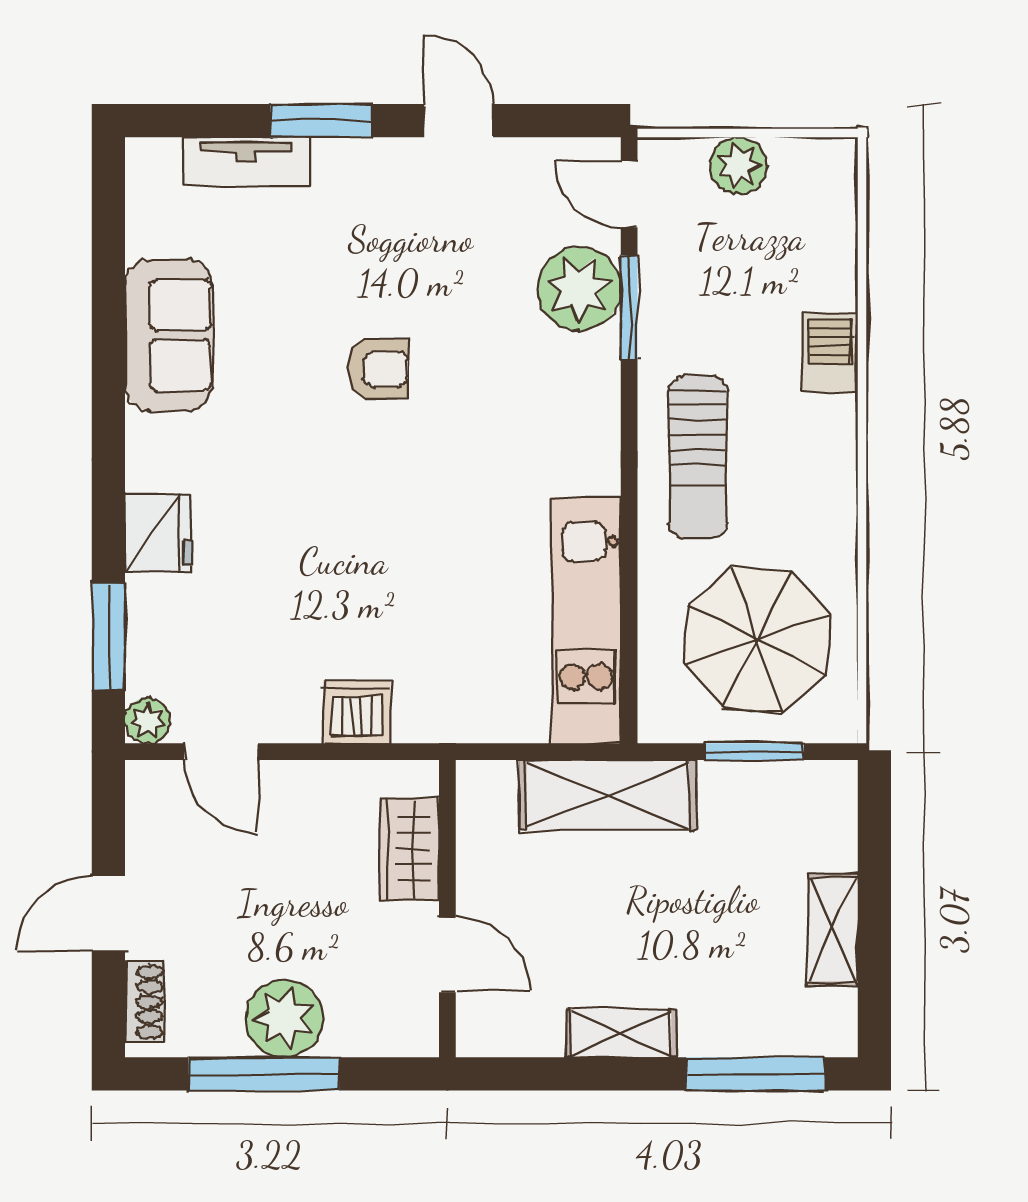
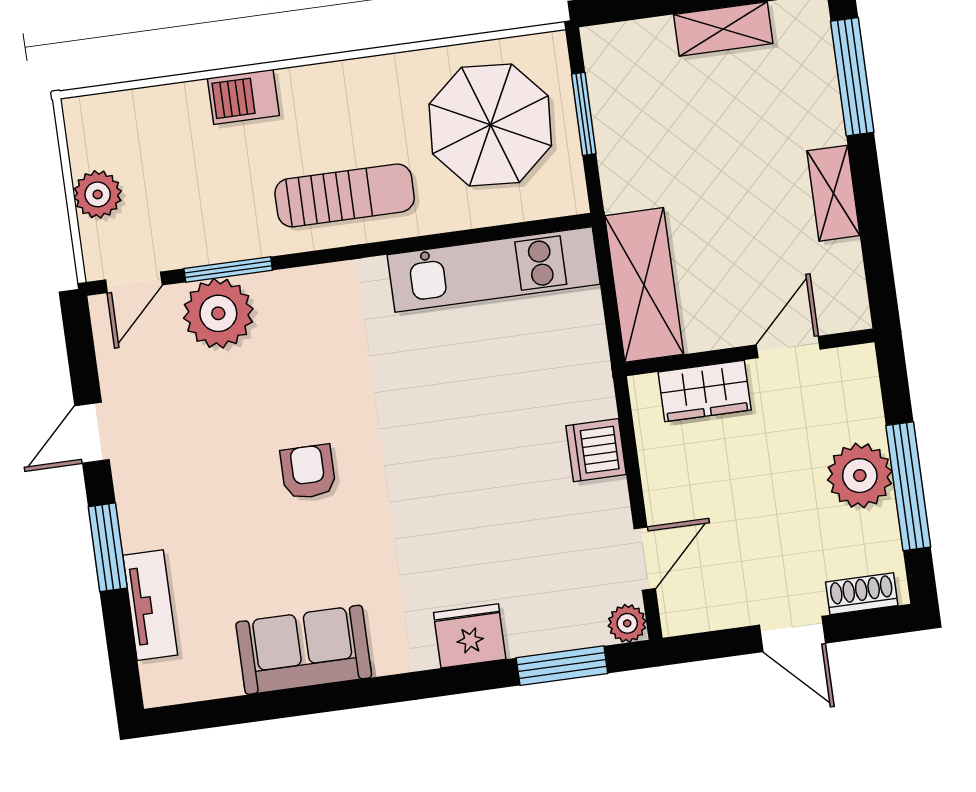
shelving: (608, 795) -> (644, 285), moved

